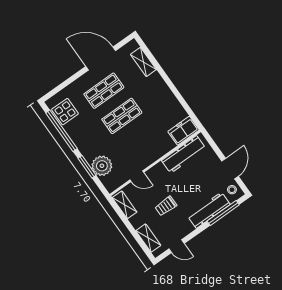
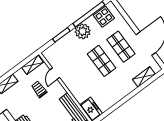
plant: (102, 166) -> (83, 31), moved
trolley: (166, 206) -> (39, 89), moved

